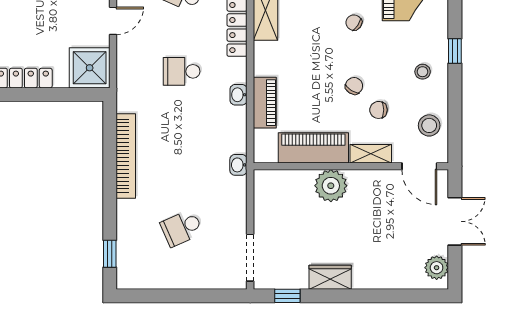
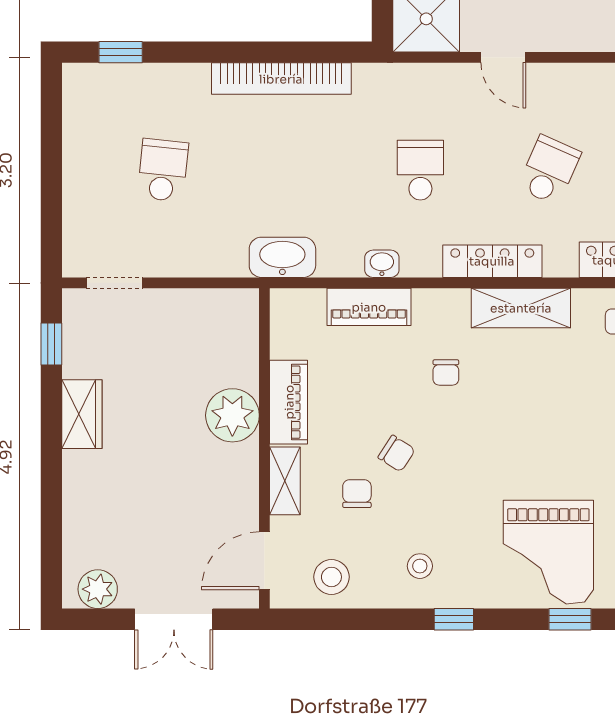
chair: (354, 23) -> (446, 372), moved, turned 146
piano: (313, 148) -> (289, 402), width x0.73, depth x0.75
washbasin: (238, 165) -> (282, 257), width x1.91, depth x1.45
school desk: (182, 228) -> (163, 170), turned 30
doorway: (250, 258) -> (114, 283), width x0.73

